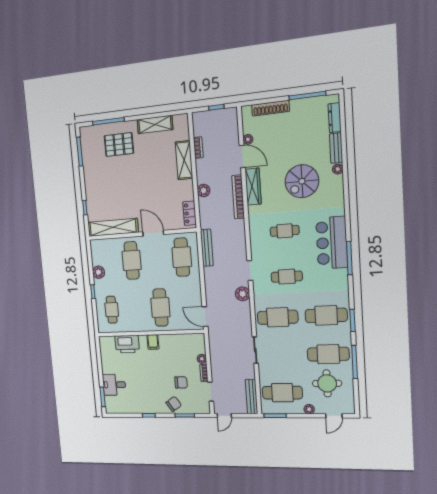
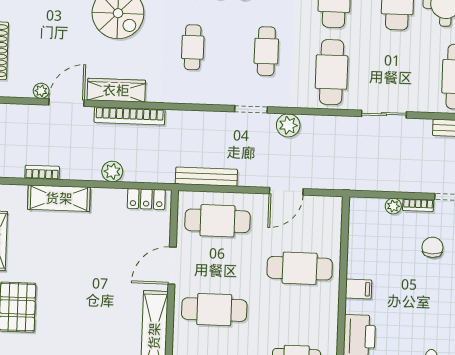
door: (205, 317) -> (286, 191), moved

